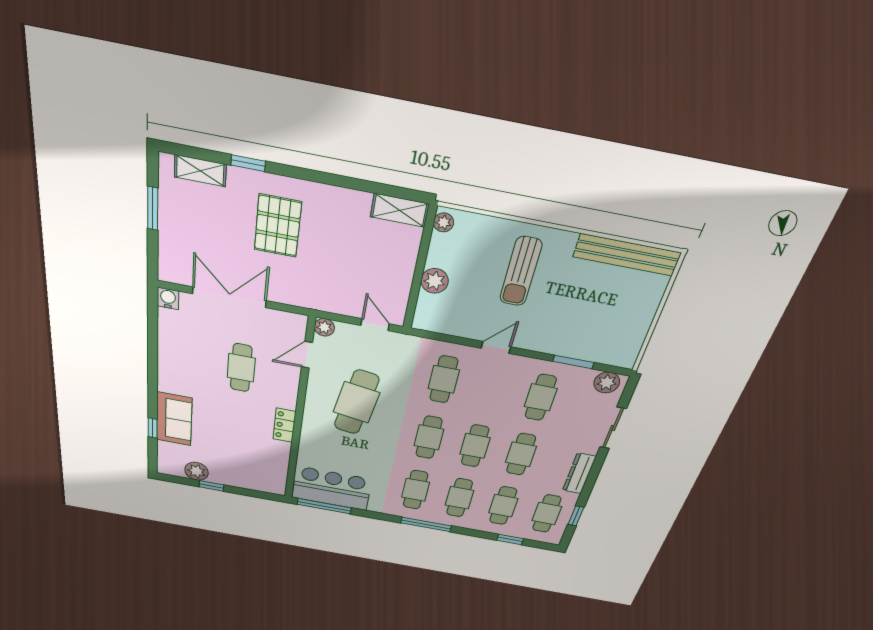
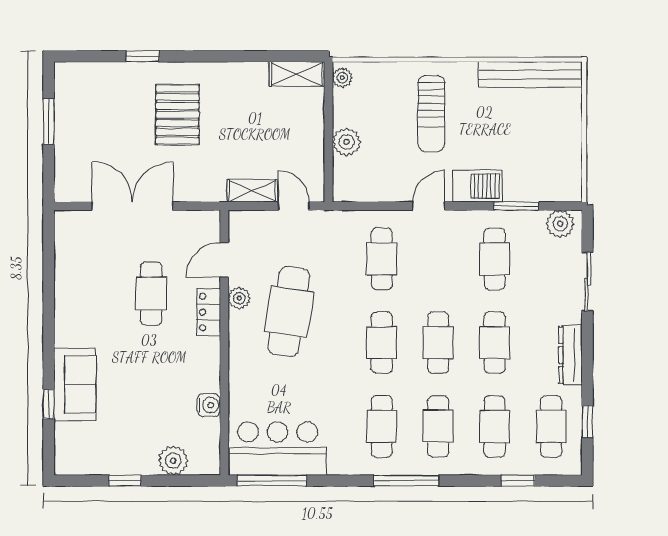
shelving: (200, 171) -> (252, 191), moved
water cooler: (168, 298) -> (209, 405), moved, turned 90
plant: (324, 327) -> (239, 298), moved
barbecue: (544, 340) -> (477, 186), added
locker: (284, 425) -> (209, 312), moved
plant: (197, 471) -> (173, 461), moved

